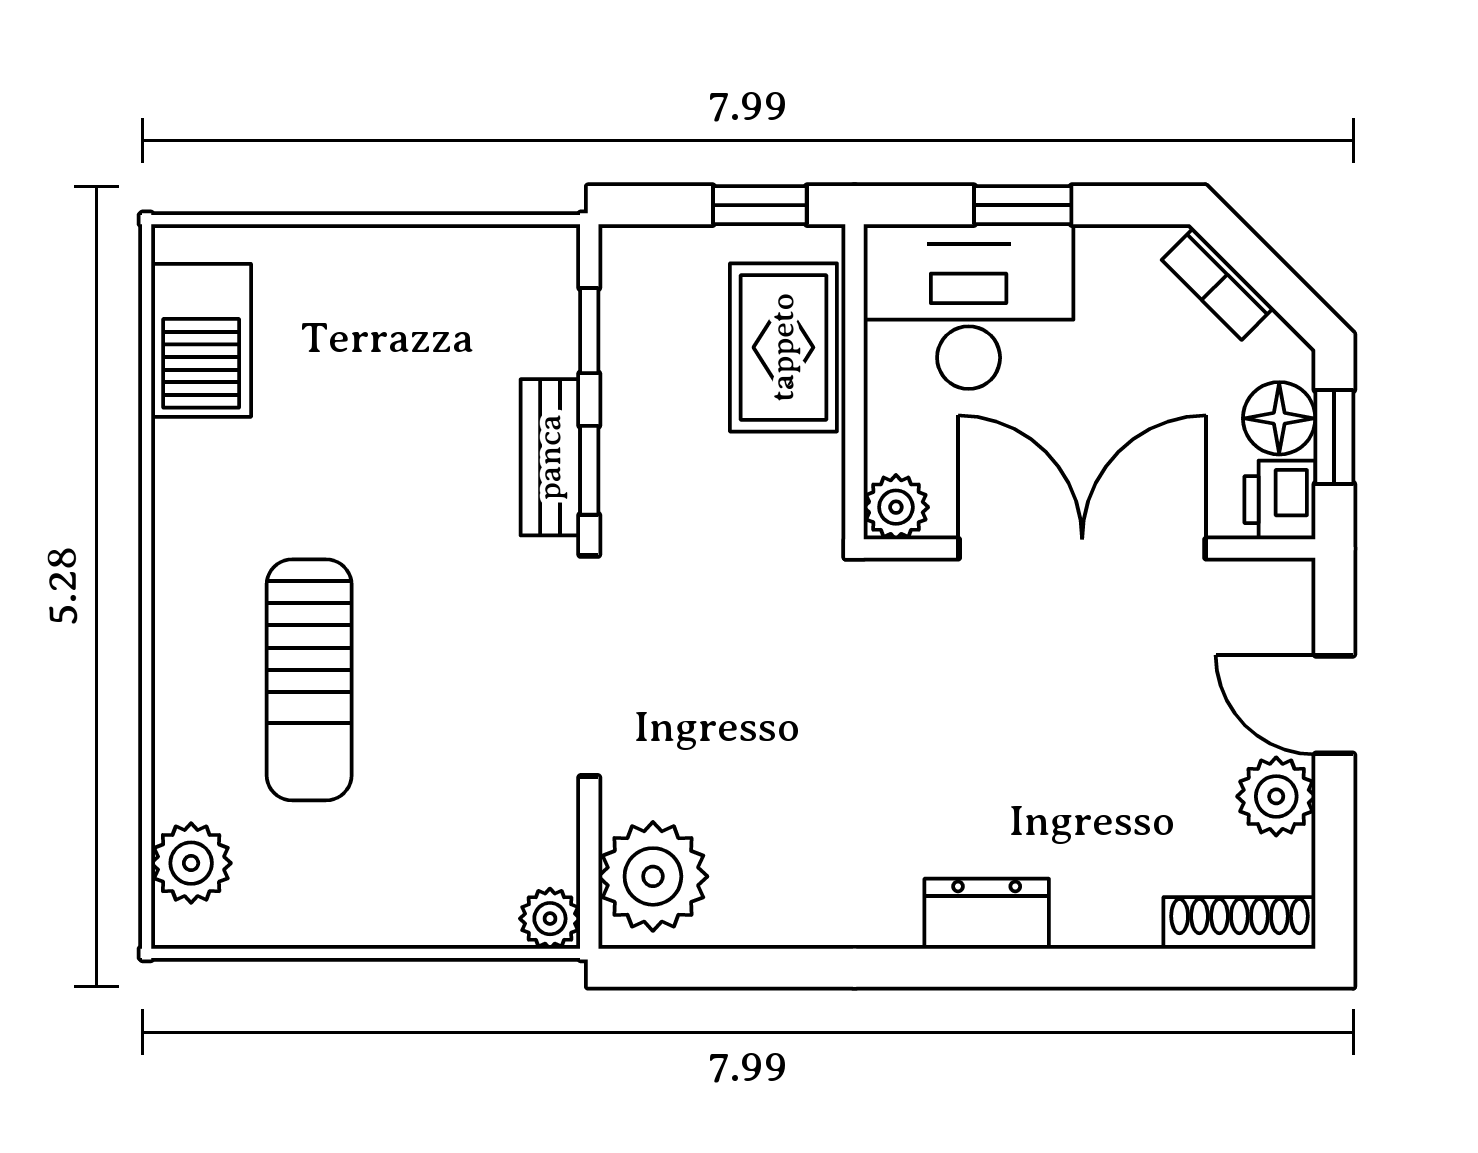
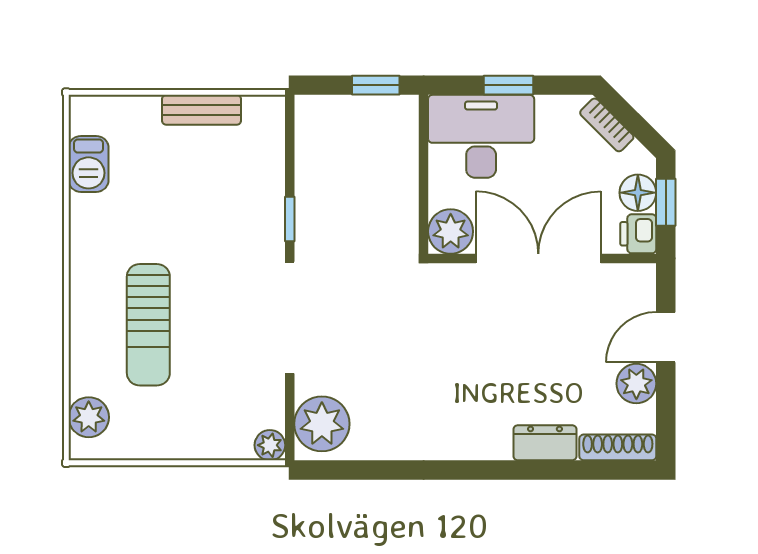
window: (589, 331) -> (290, 149), removed
barbecue: (201, 340) -> (89, 164), width x0.73, depth x0.79
rug: (783, 347) -> (388, 157), removed
bench: (550, 457) -> (202, 110), moved, turned 90
plant: (896, 507) -> (451, 231), width x1.38, depth x1.38
door: (1334, 705) -> (666, 337), hinge flipped
dresser: (987, 914) -> (545, 443), moved

